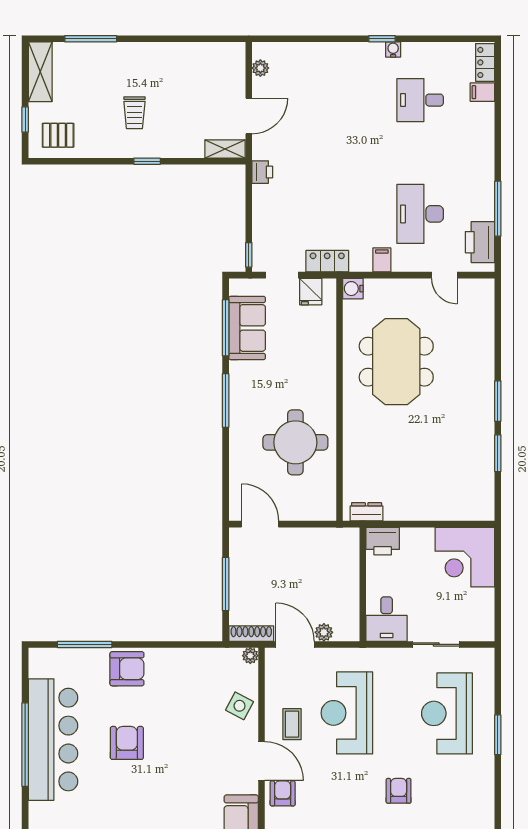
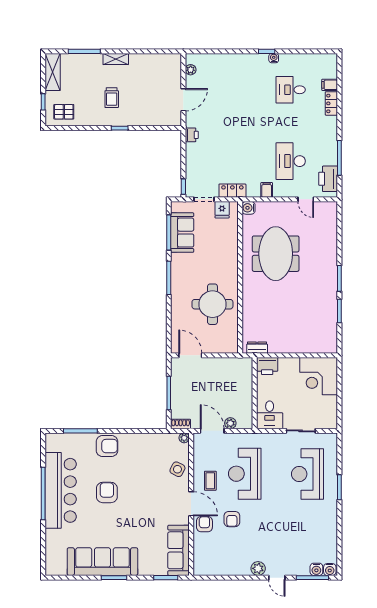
locker: (485, 62) -> (331, 103), moved
shelving: (225, 149) -> (116, 59), moved
shoe rack: (251, 634) -> (181, 424), width x0.70
armchair: (399, 791) -> (232, 519), moved, turned 180

